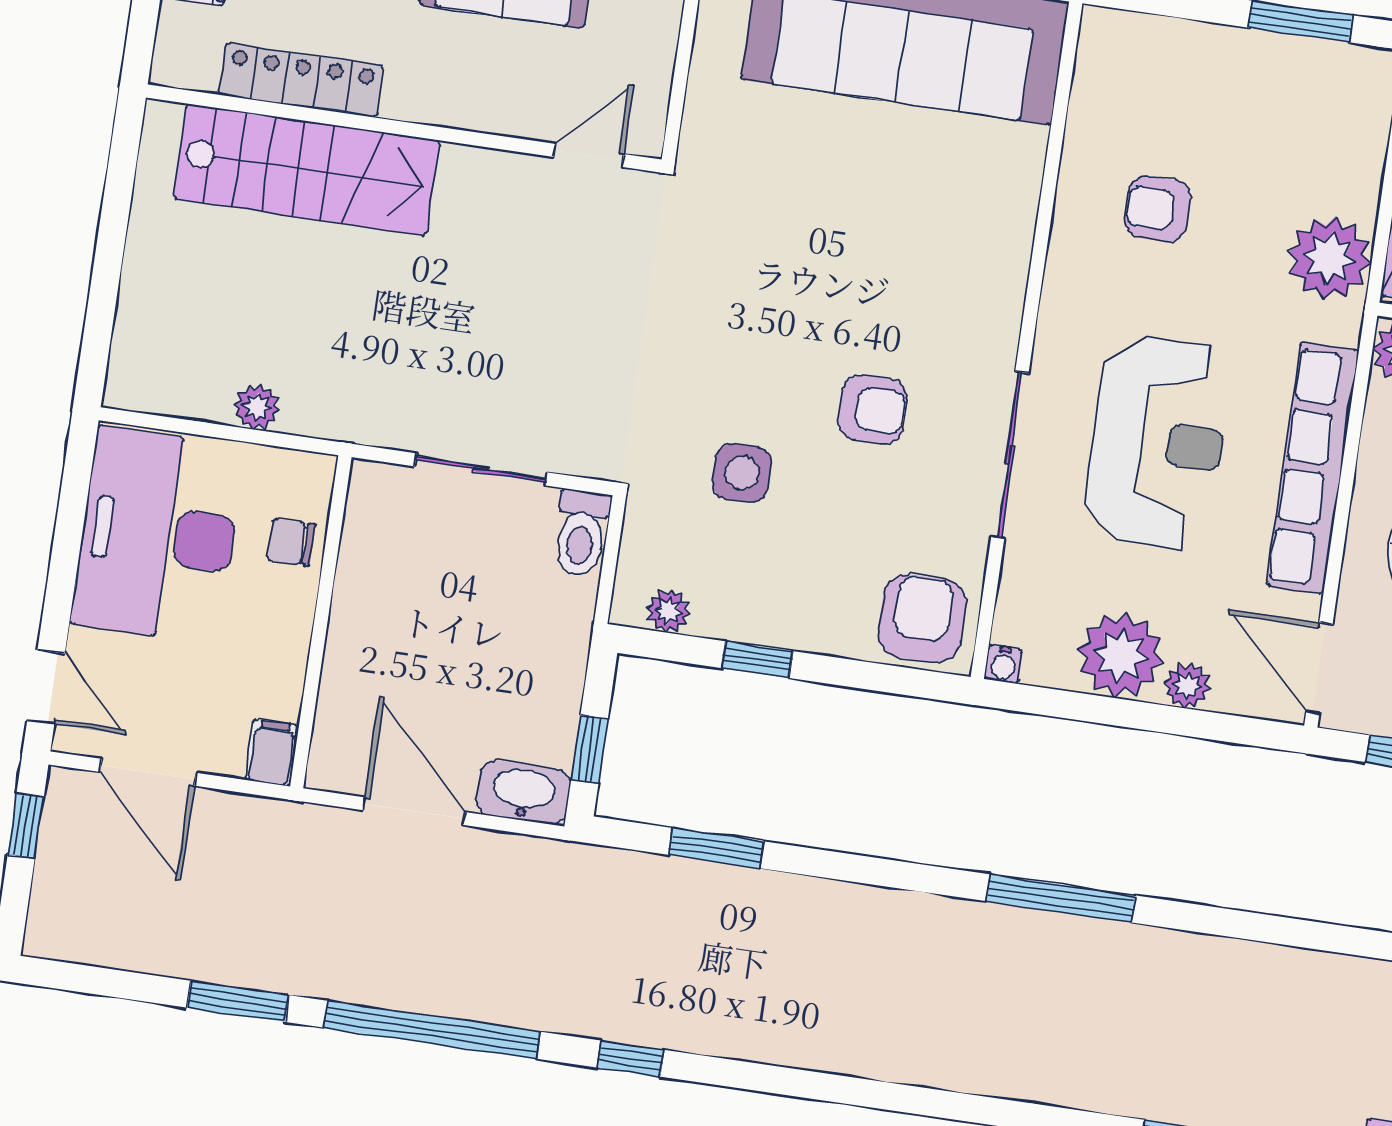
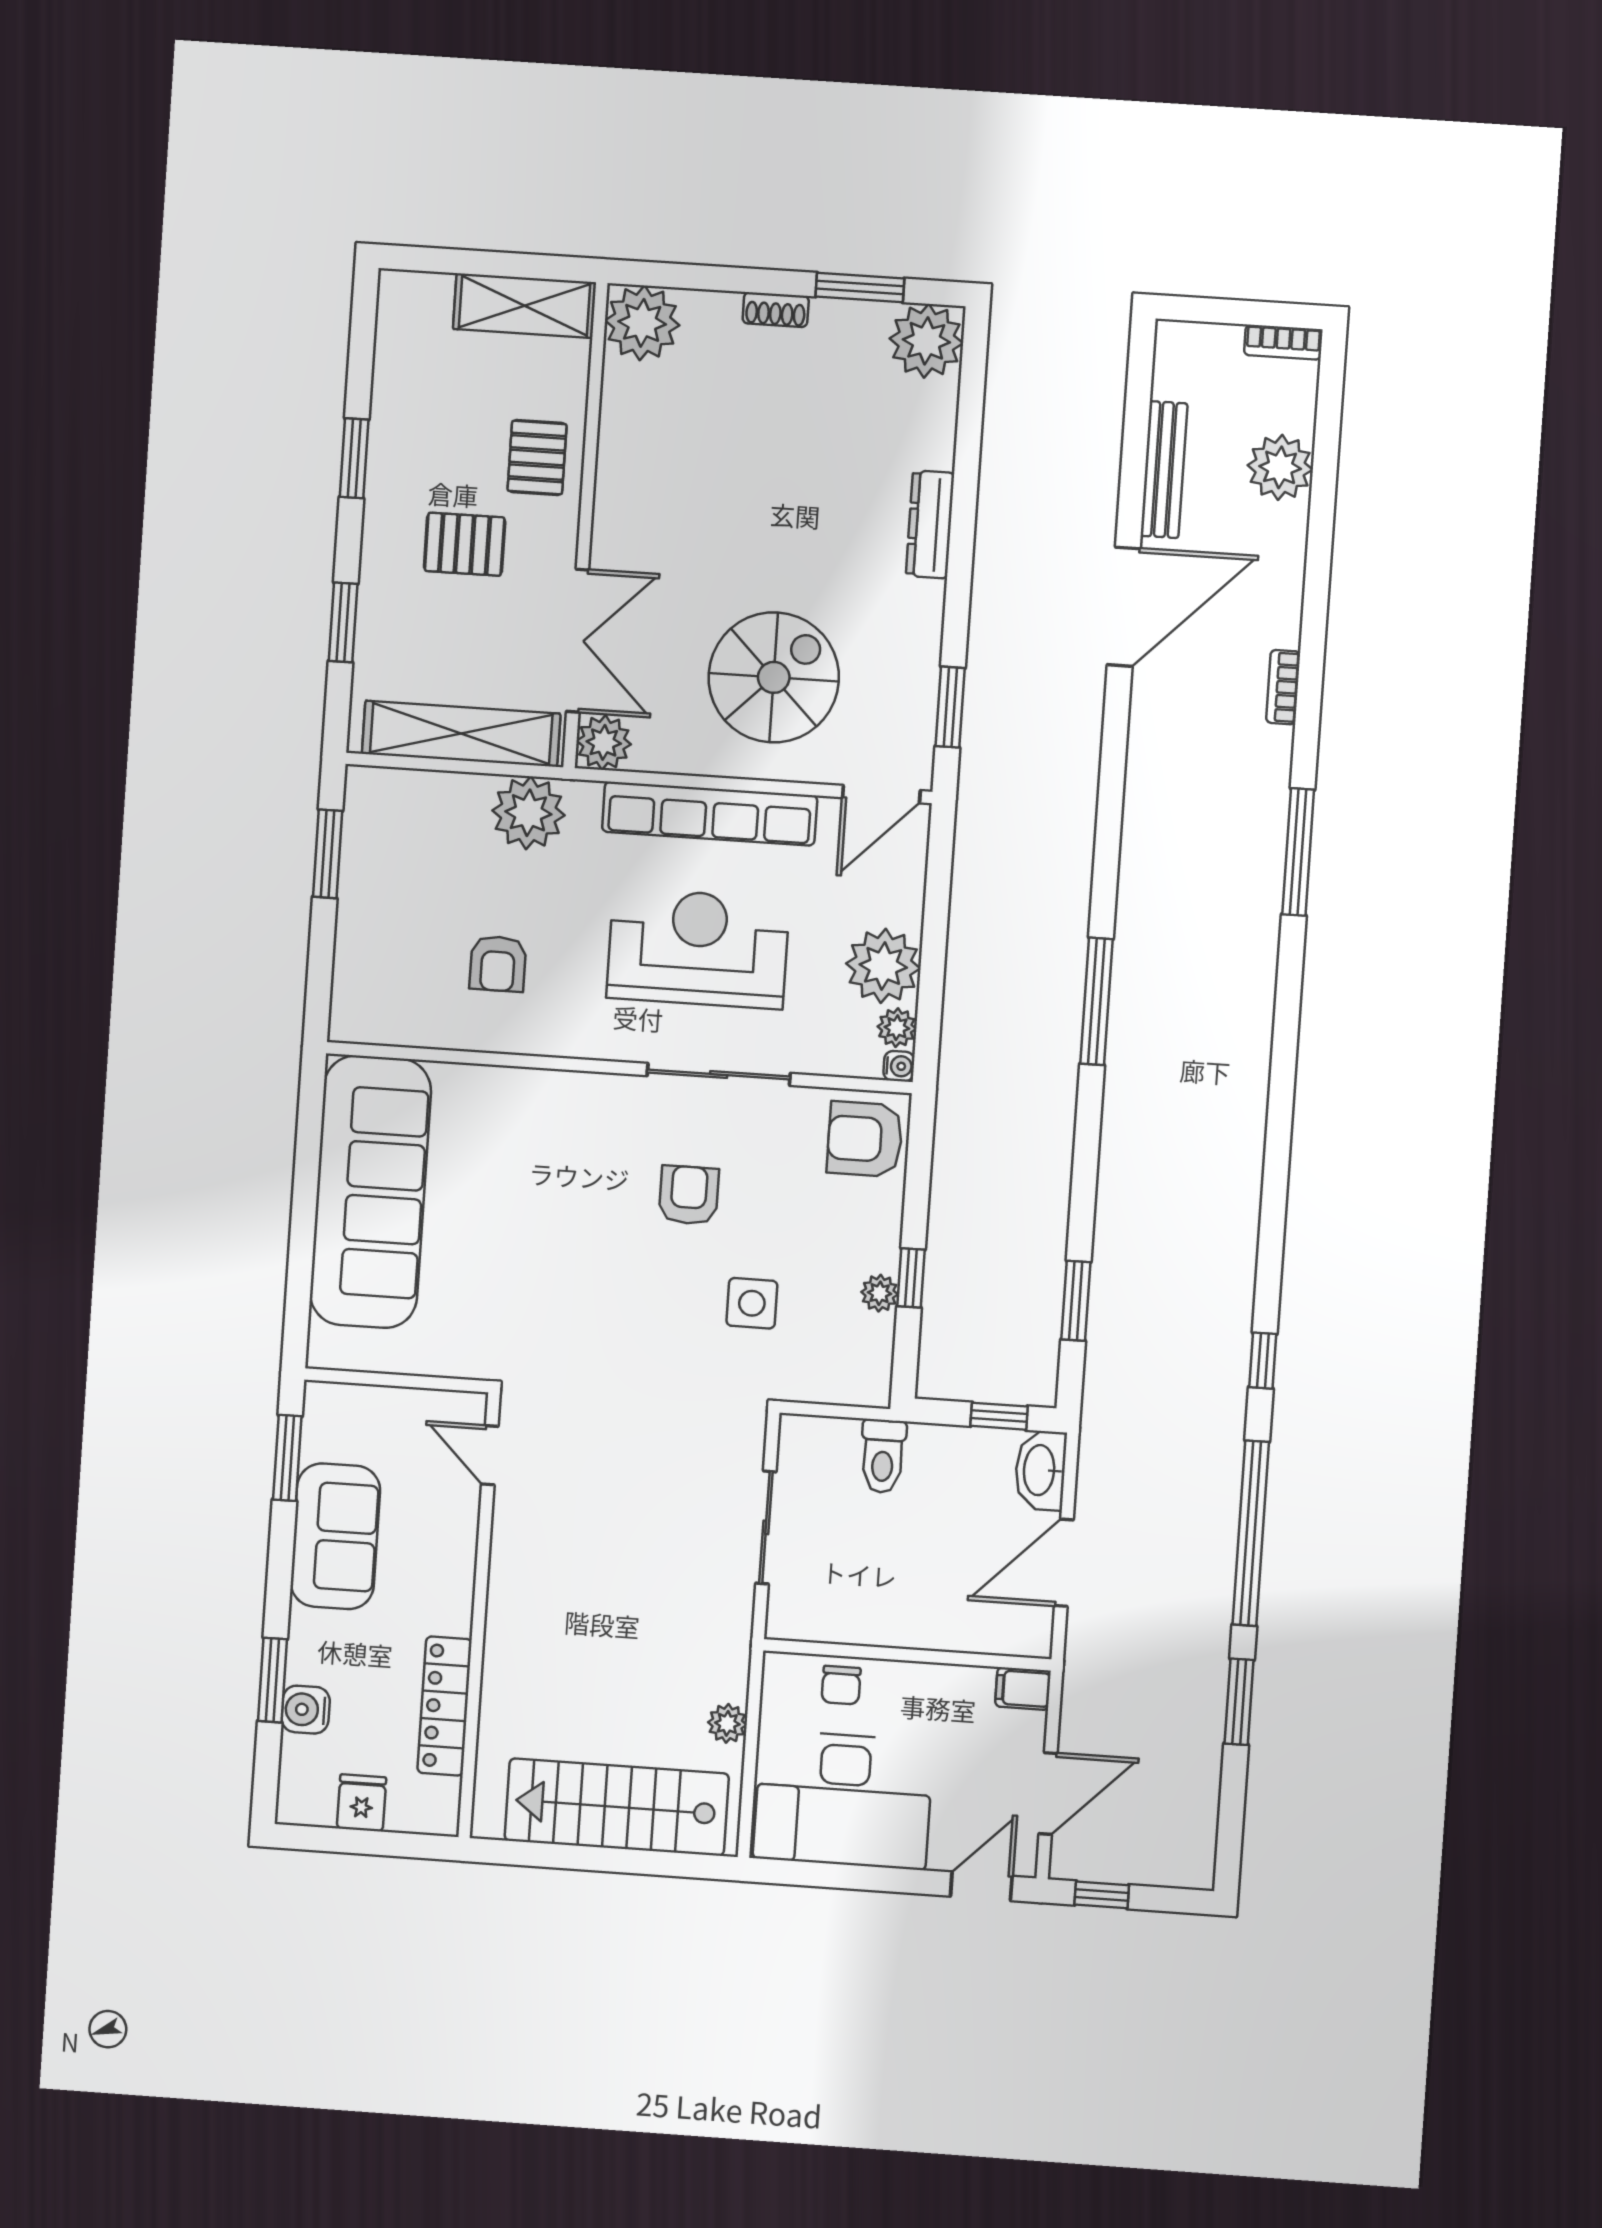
stairs: (307, 170) -> (617, 1807), moved, turned -90
toilet: (581, 533) -> (883, 1456), moved, turned 90
plant: (669, 611) -> (880, 1293), moved
plant: (1187, 686) -> (897, 1028), moved

